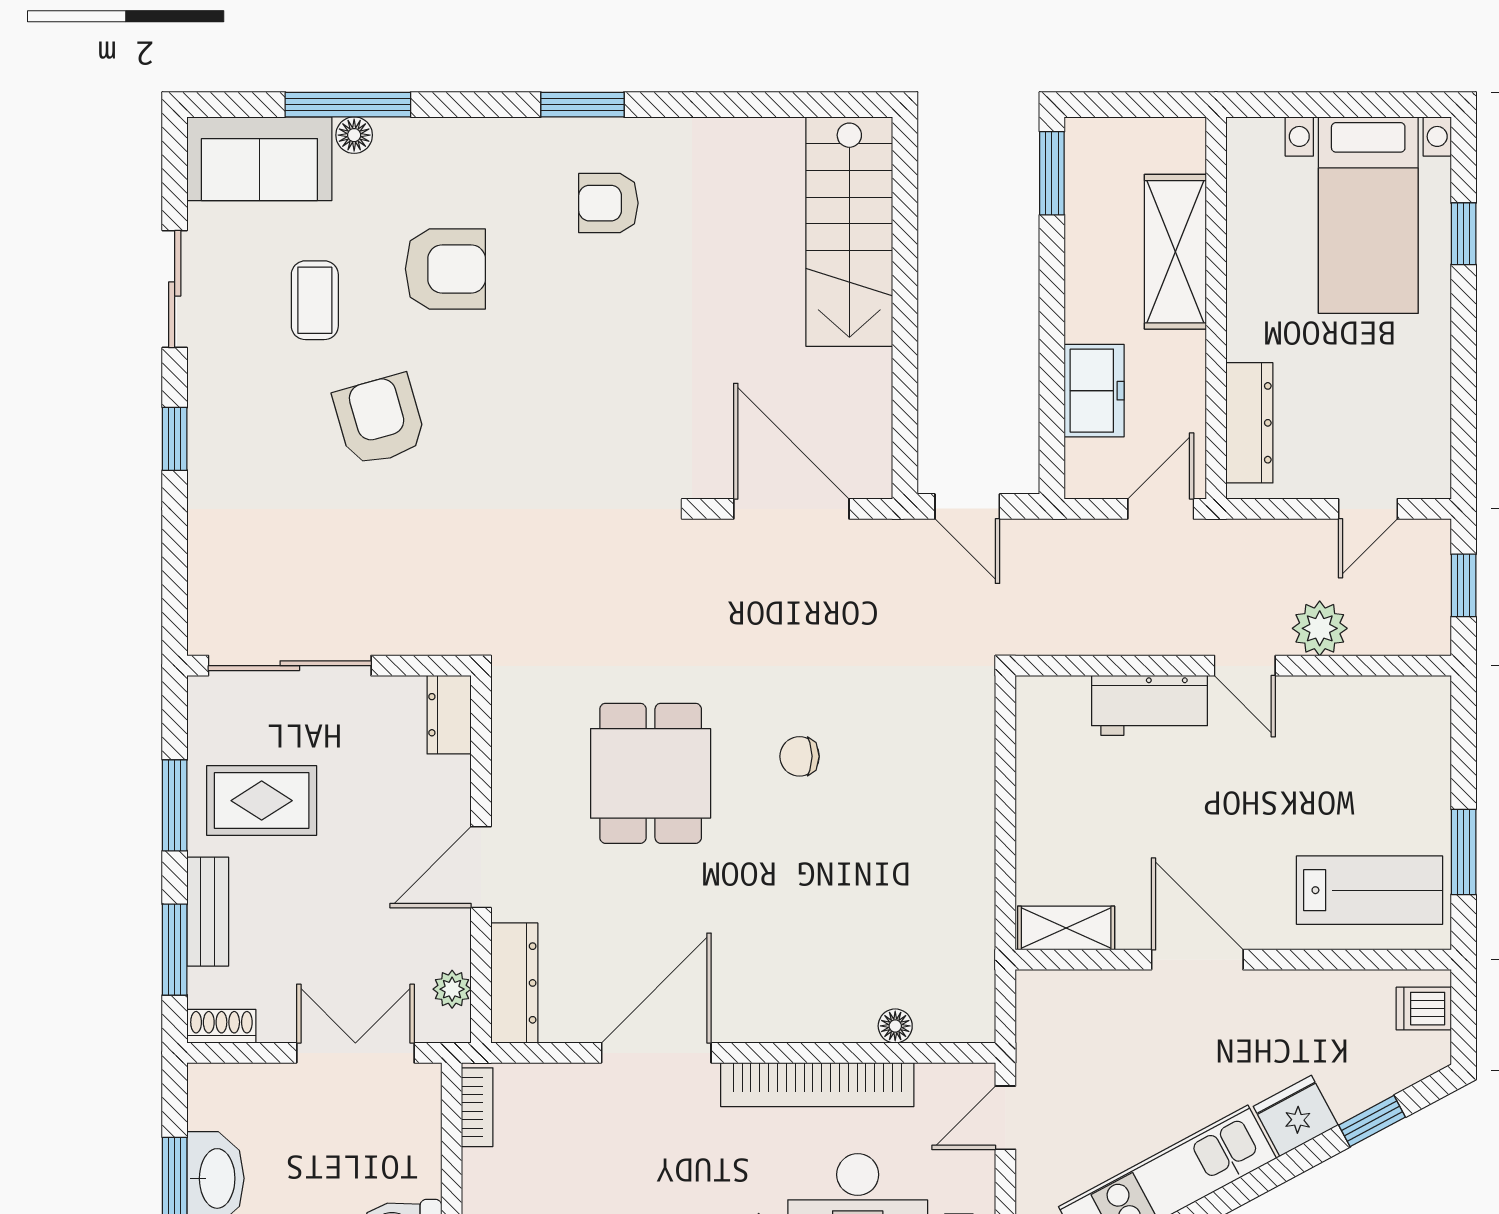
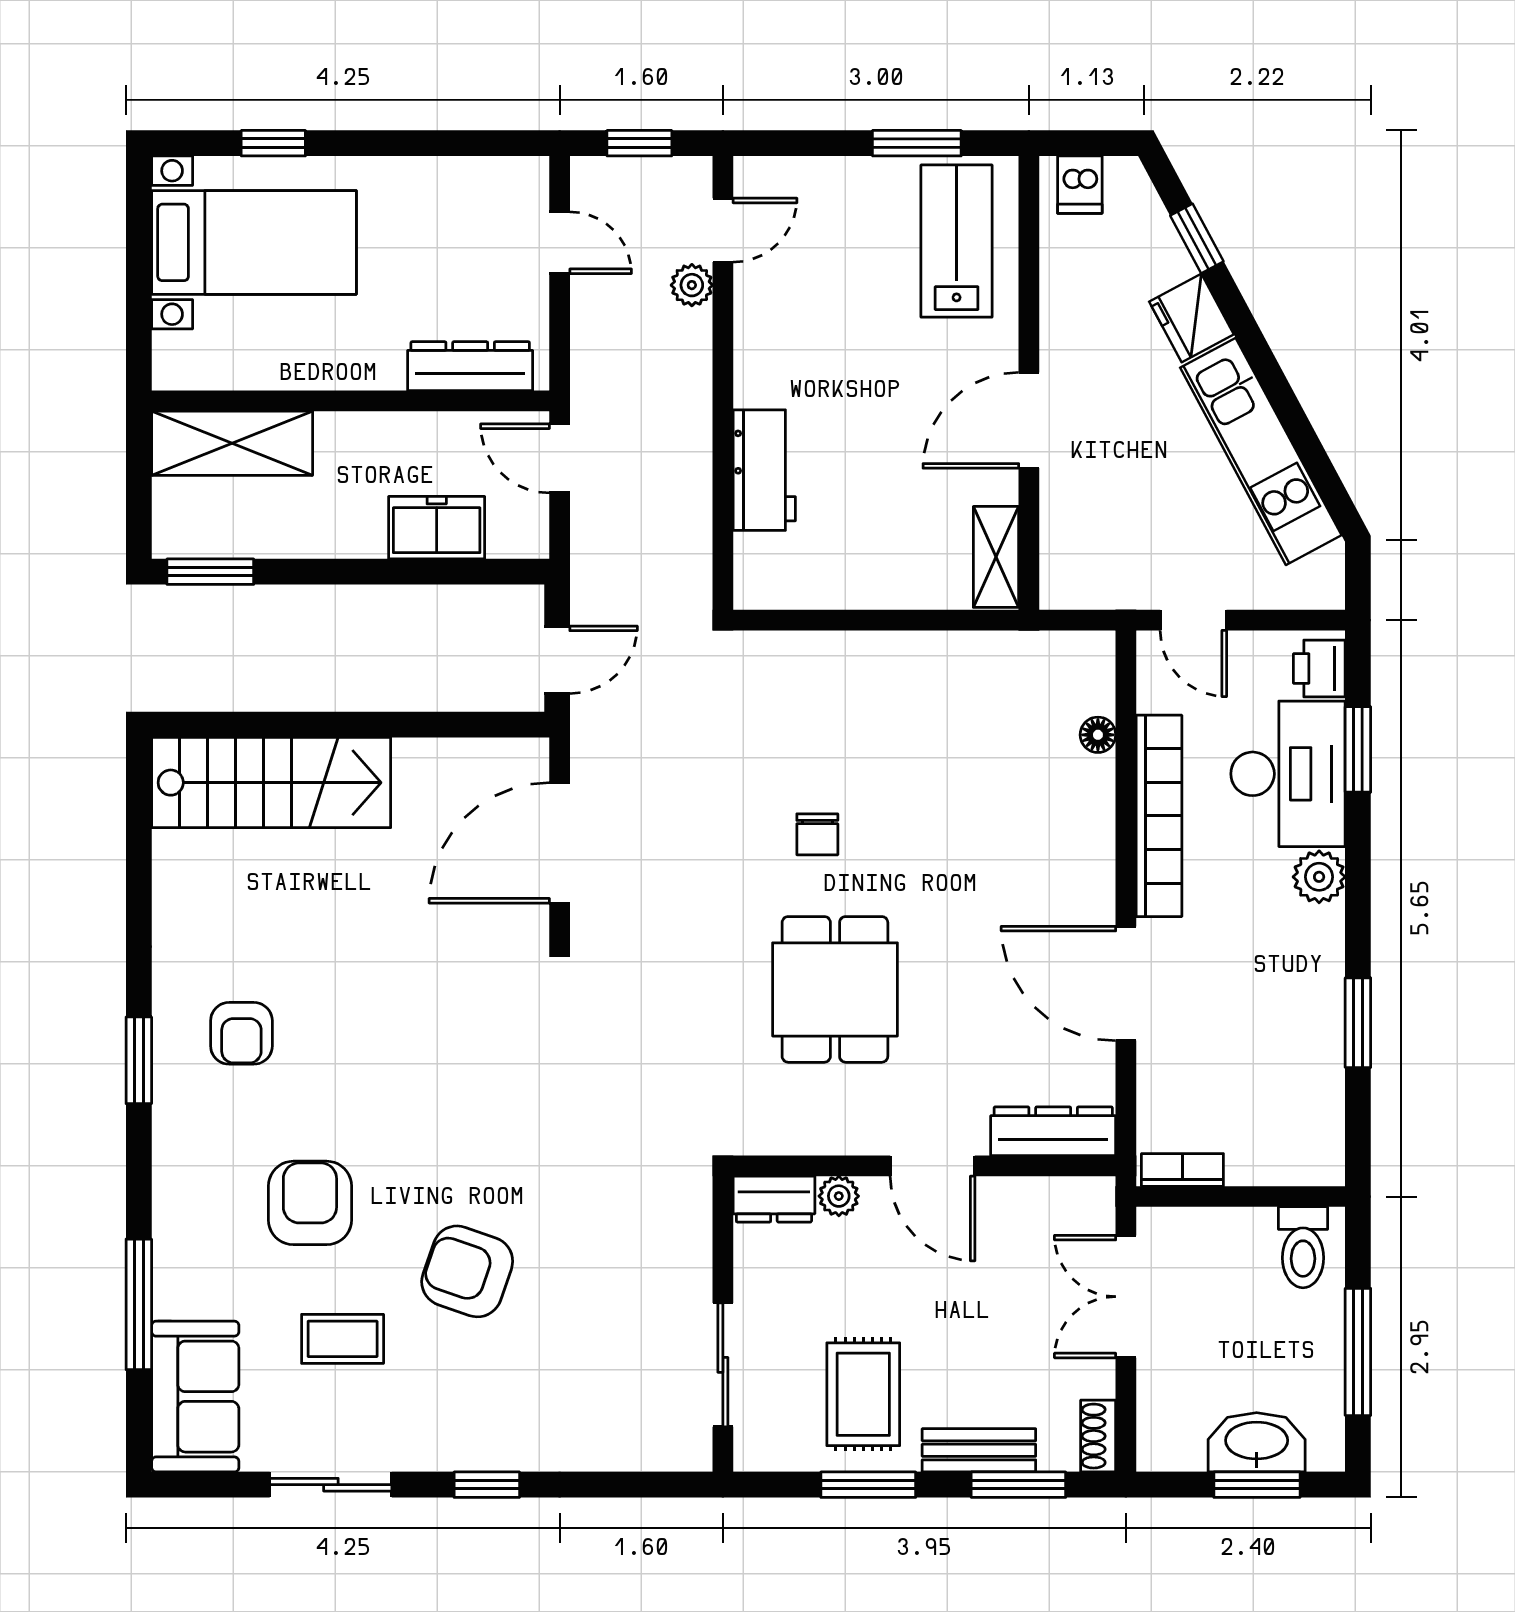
floor lamp: (354, 135) -> (171, 1298), removed
shelving: (1175, 252) -> (232, 443), moved
armchair: (380, 420) -> (467, 1271), turned 35
plant: (1320, 628) -> (692, 285), width x0.73, depth x0.73
sliding door: (290, 666) -> (723, 1365), width x0.73
door: (1245, 666) -> (723, 230), moved
dining table: (651, 773) -> (835, 989), turned 90
plant: (452, 989) -> (839, 1196), moved

